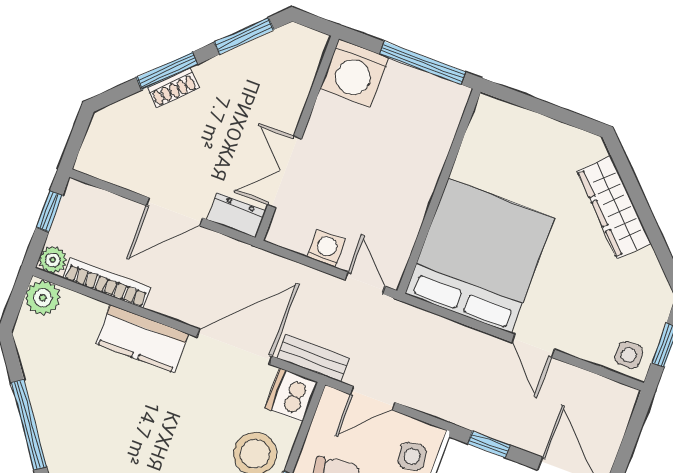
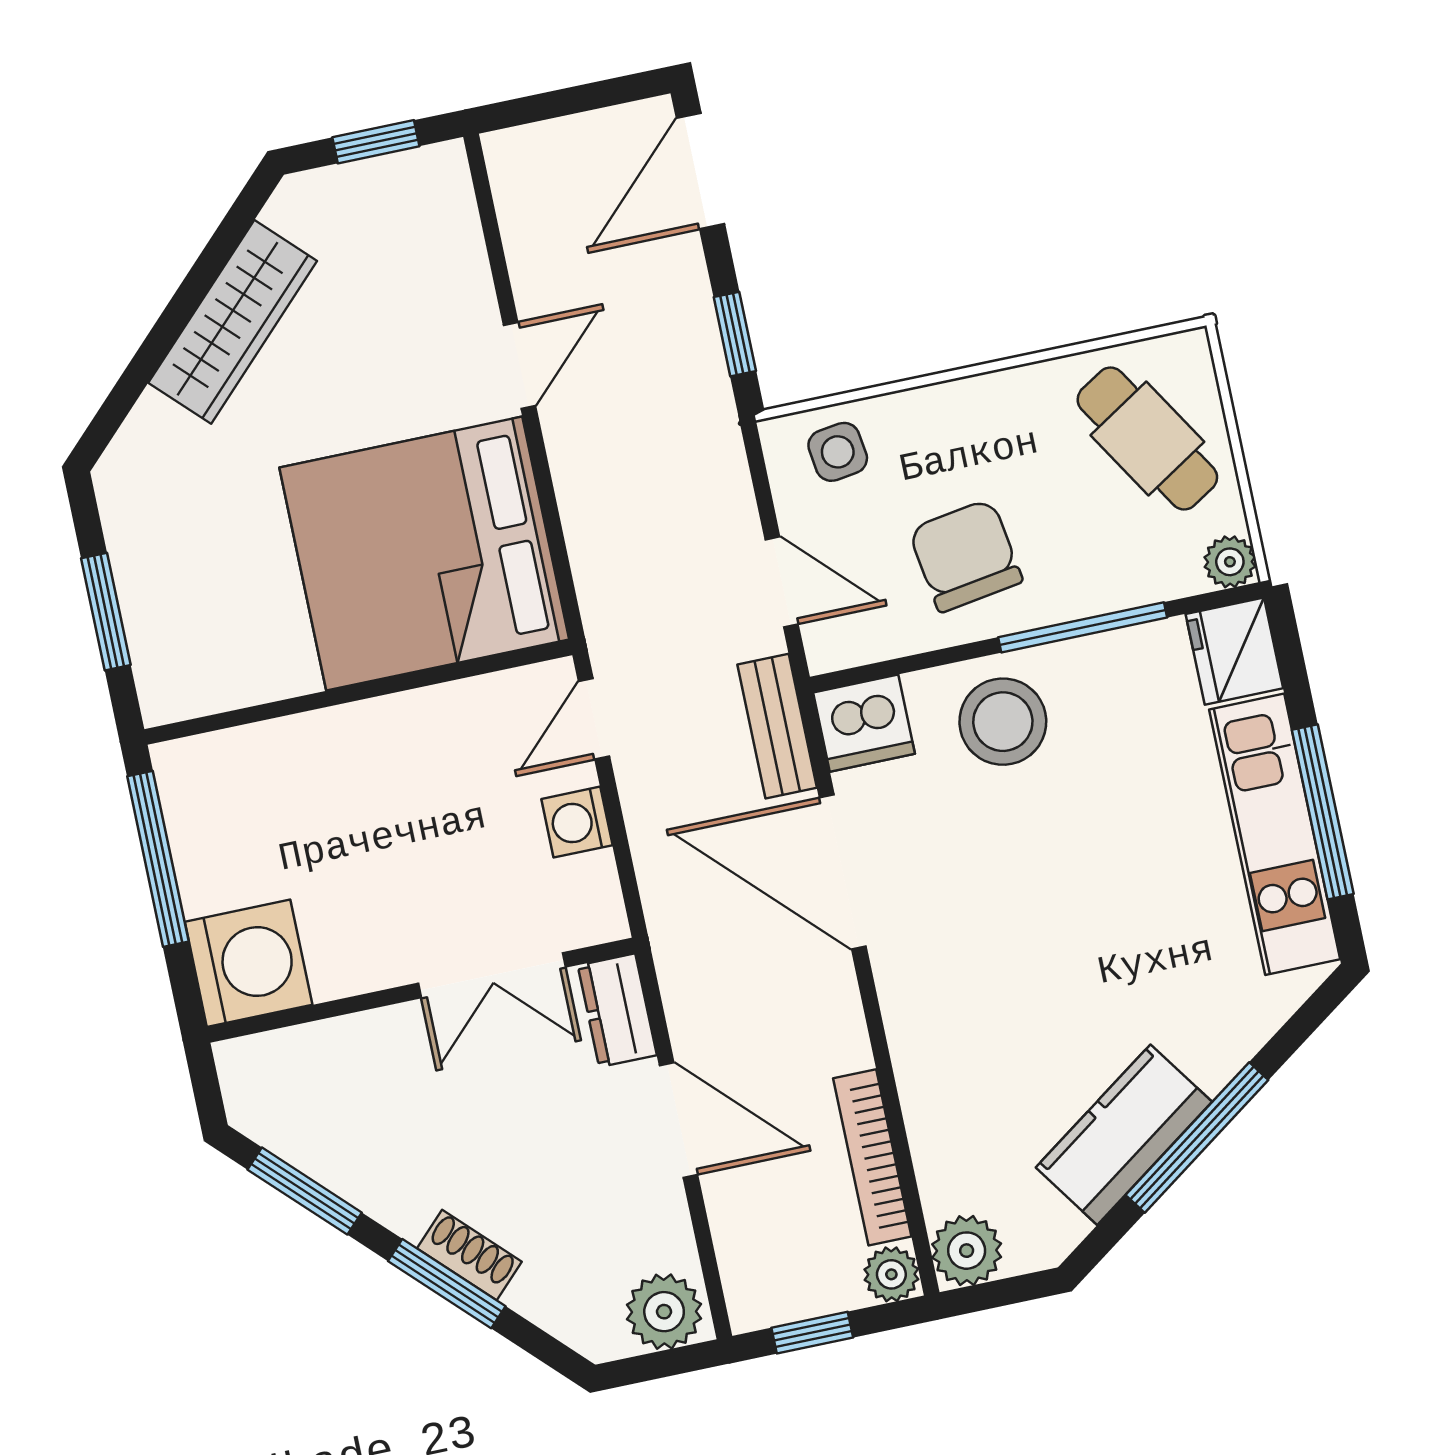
window: (540, 107) -> (106, 612), added
plant: (98, 155) -> (664, 1312), added
wardrobe: (614, 207) -> (233, 322), moved
kitchen counter: (142, 339) -> (1124, 1135), moved, turned -125
side table: (629, 355) -> (432, 193), removed

